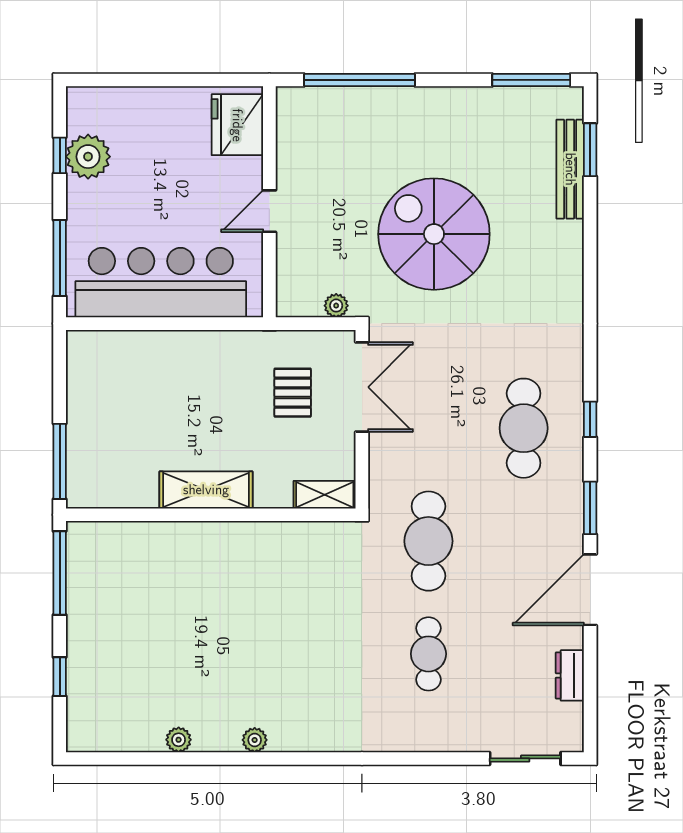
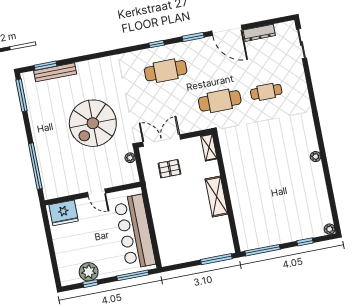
dresser: (570, 675) -> (259, 33), width x1.44
plant: (179, 740) -> (330, 229), moved

